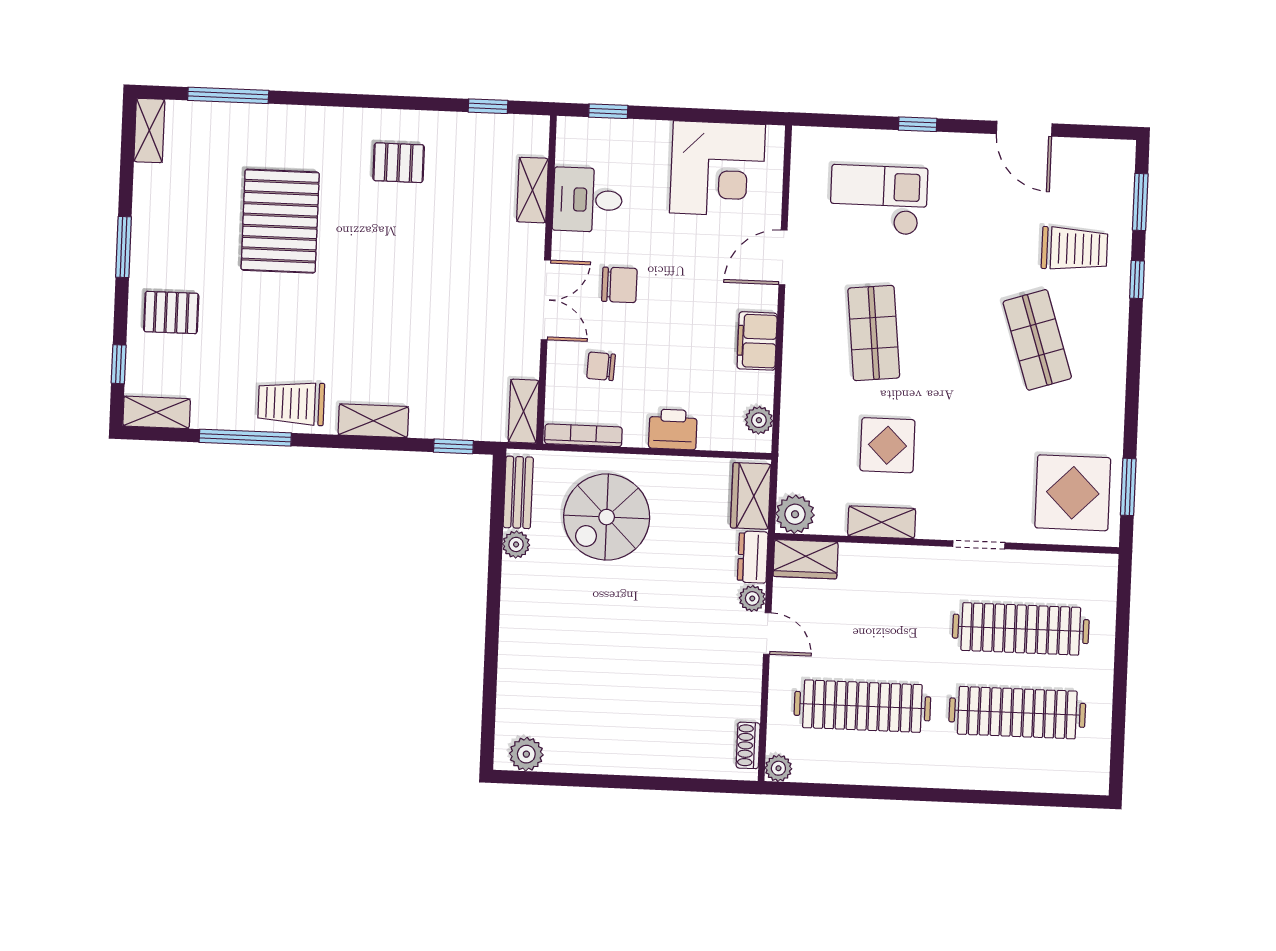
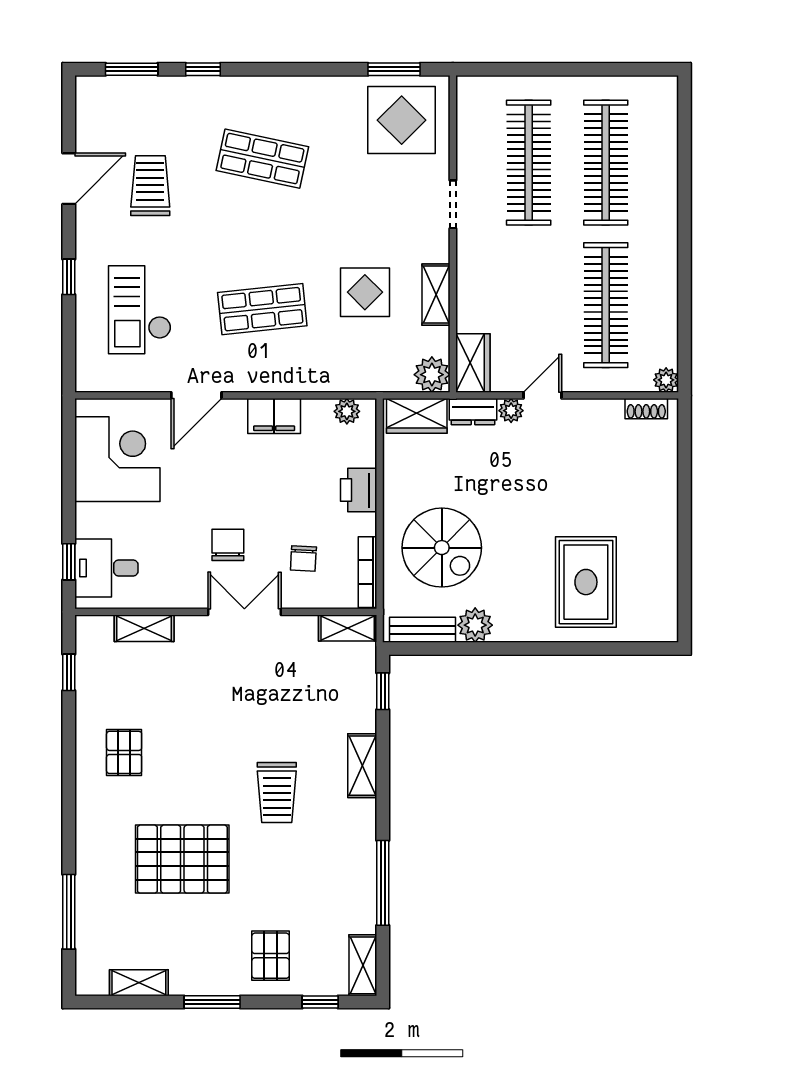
shelving: (149, 131) -> (139, 983), moved
desk: (588, 200) -> (106, 568), moved, turned 90
trolley: (1075, 249) -> (150, 186), moved
door: (783, 257) -> (196, 395), hinge flipped
shop shelf: (1037, 340) -> (262, 159), turned 30
trolley: (291, 403) -> (277, 792), moved
plant: (516, 544) -> (475, 625), width x1.38, depth x1.38
rug: (563, 672) -> (586, 582), added
plant: (526, 754) -> (663, 612), removed

